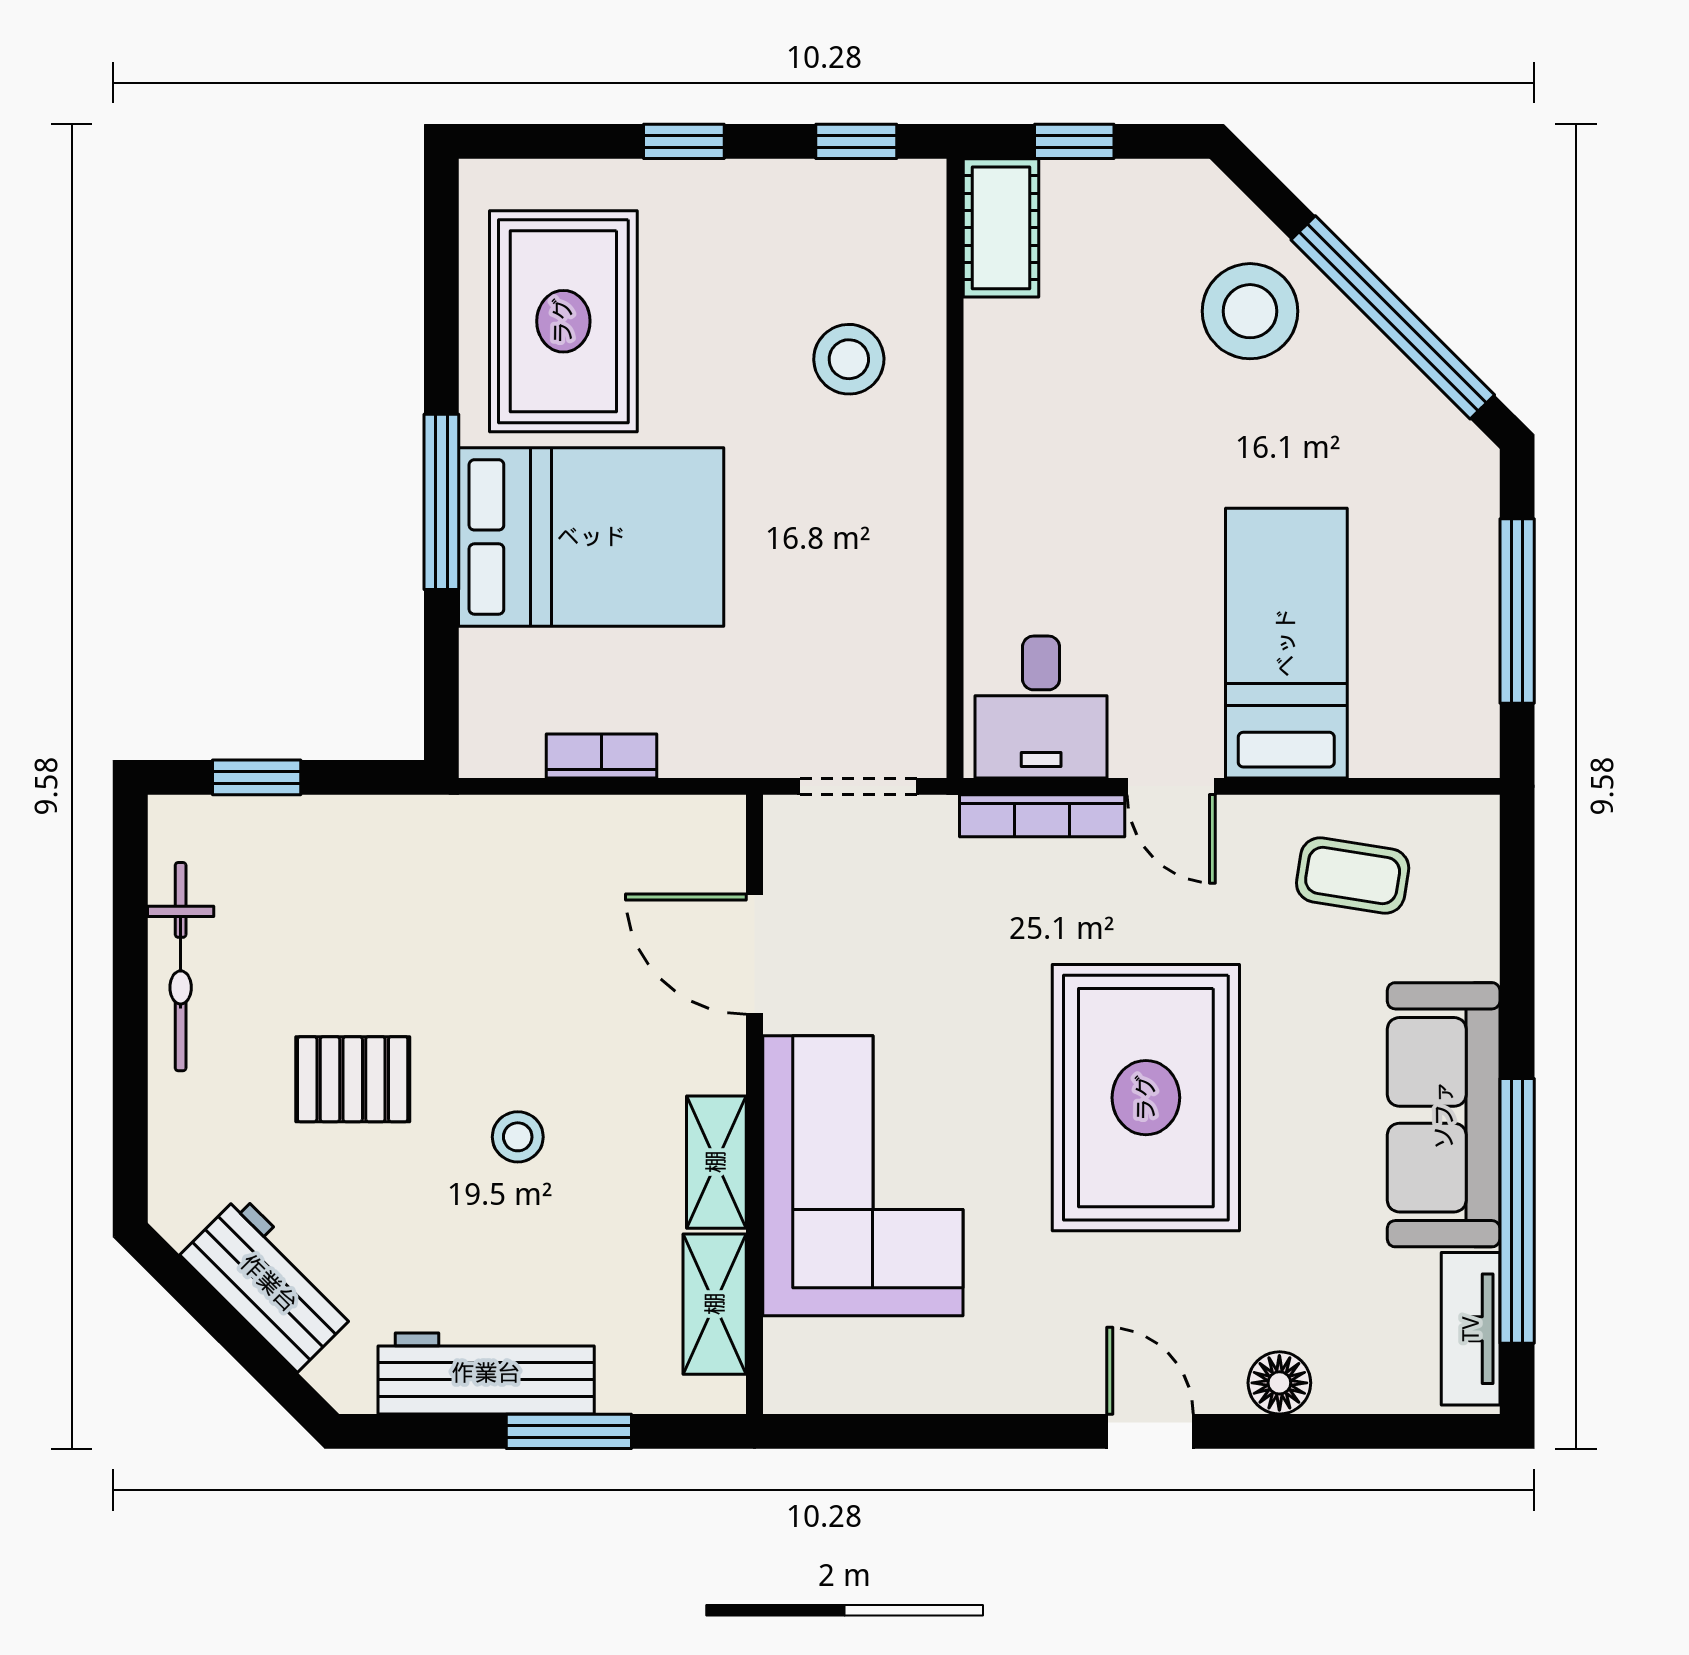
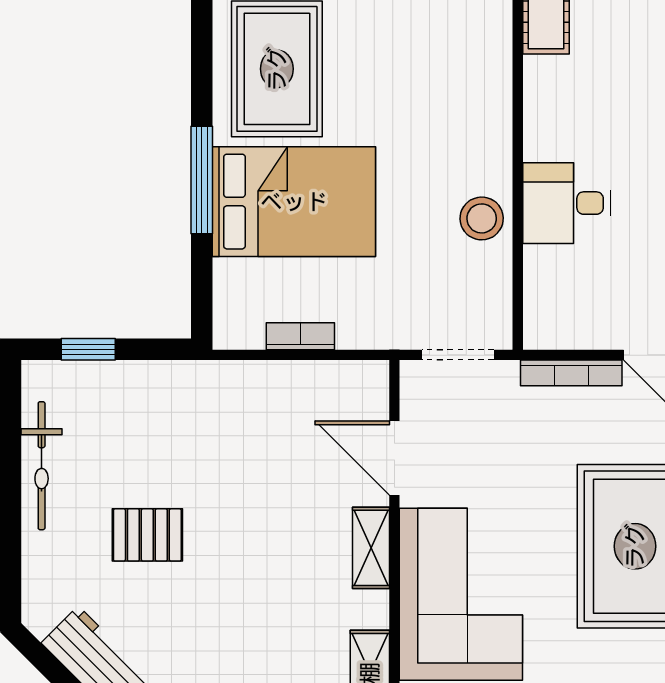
stool: (849, 359) -> (482, 218), moved
desk: (1041, 707) -> (566, 203), moved, turned 90
stool: (518, 1137) -> (249, 570), removed
shelving: (716, 1162) -> (371, 548), moved

